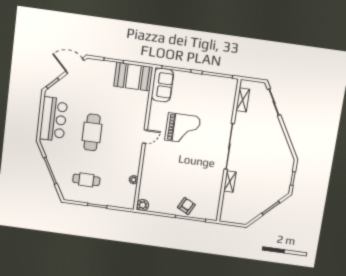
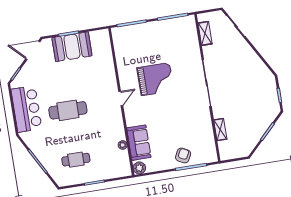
booth: (133, 77) -> (72, 47), moved
sofa: (162, 85) -> (139, 143), moved
cafe table: (92, 132) -> (68, 110), turned 90
shelving: (230, 181) -> (220, 130), moved

